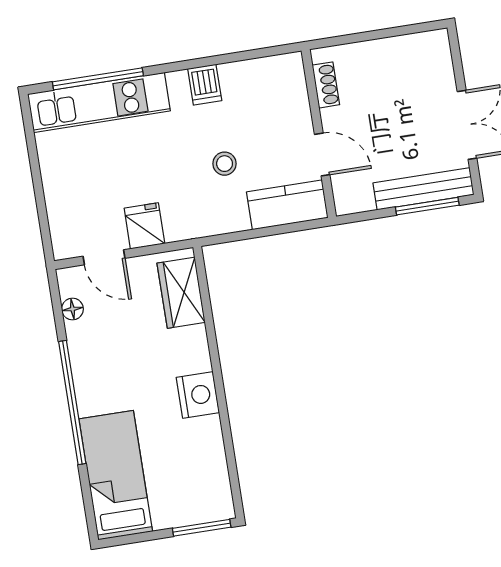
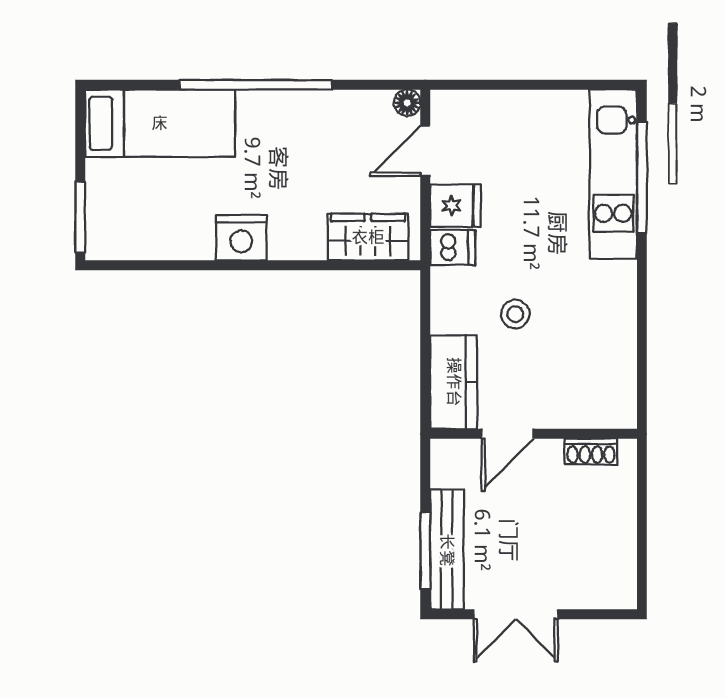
dishwasher: (205, 85) -> (453, 248), moved, turned 180
floor lamp: (72, 309) -> (407, 103), moved

